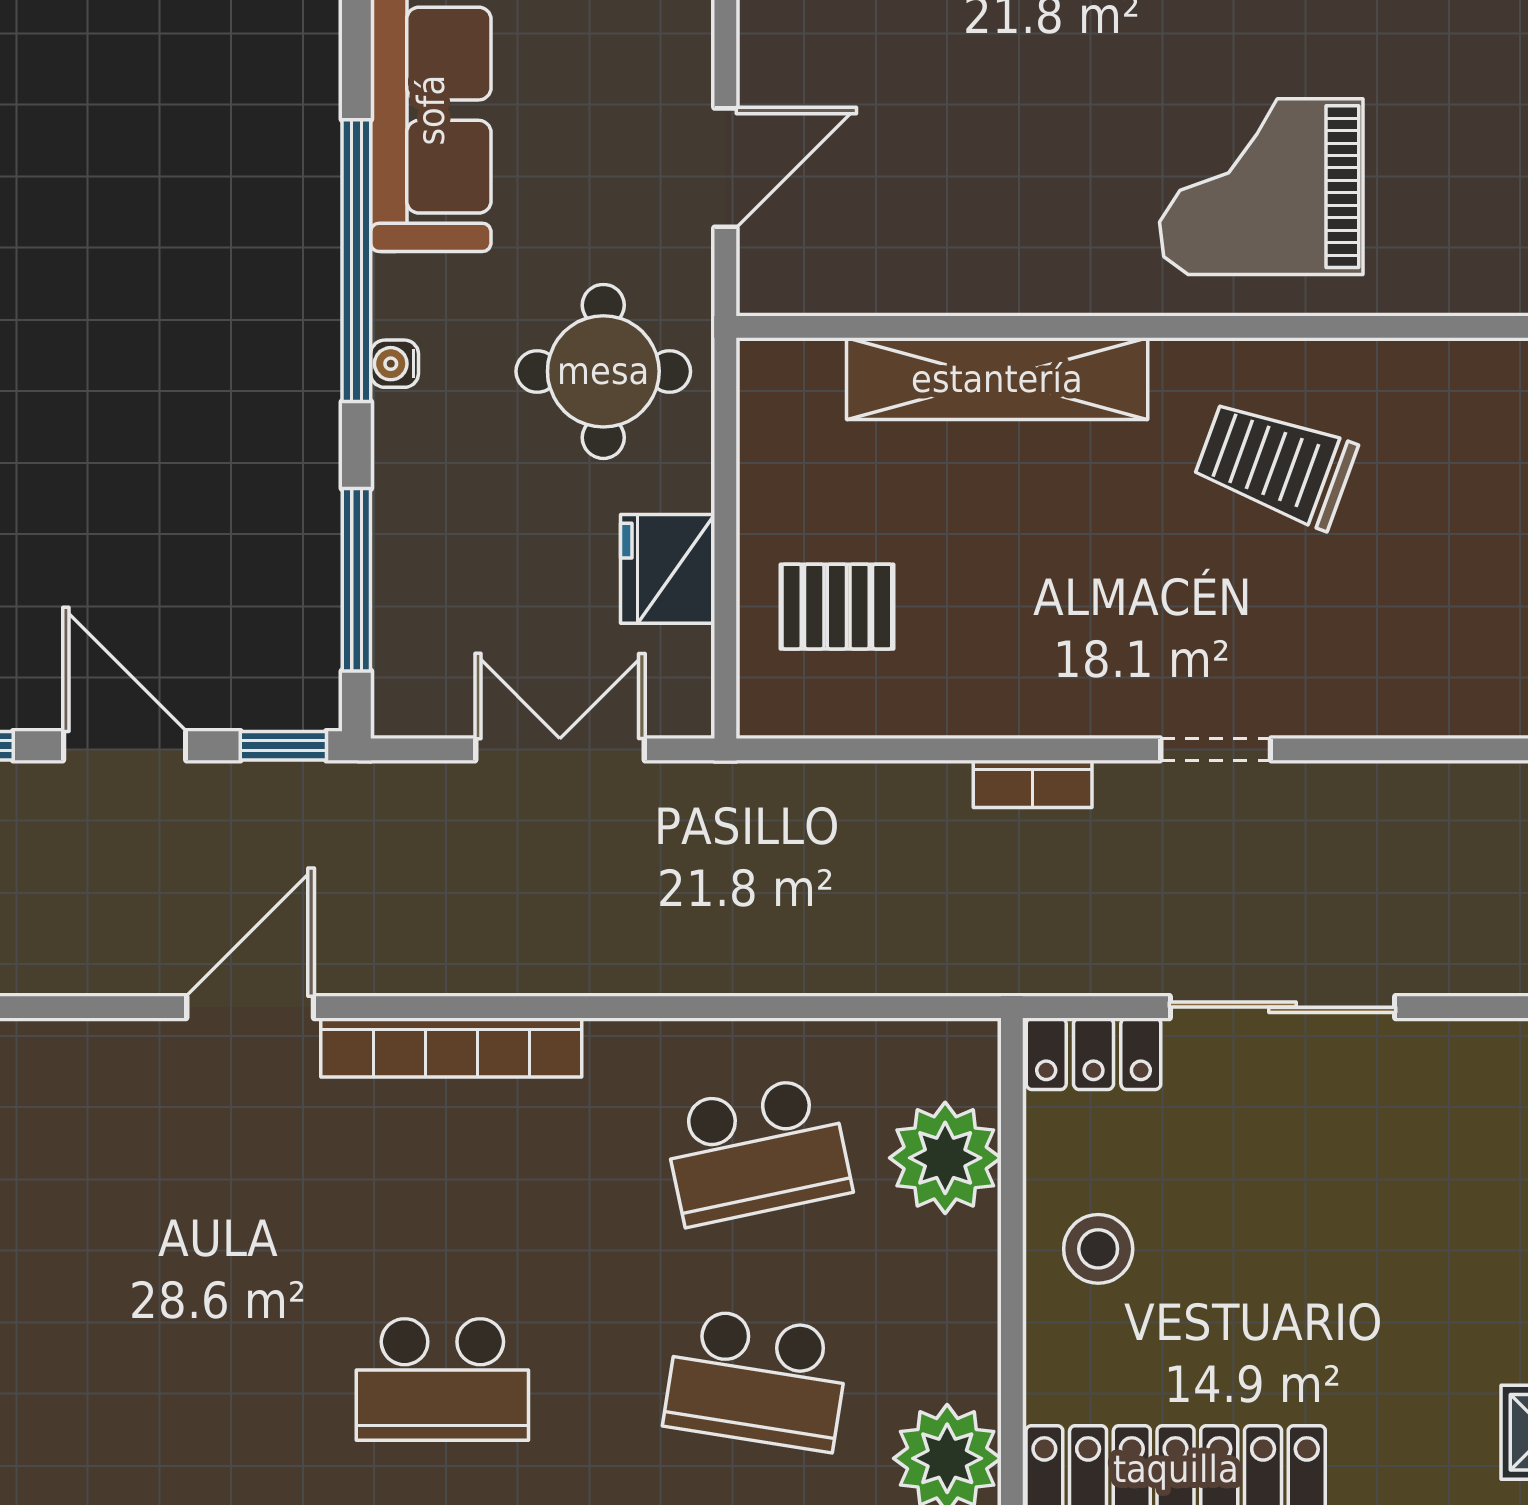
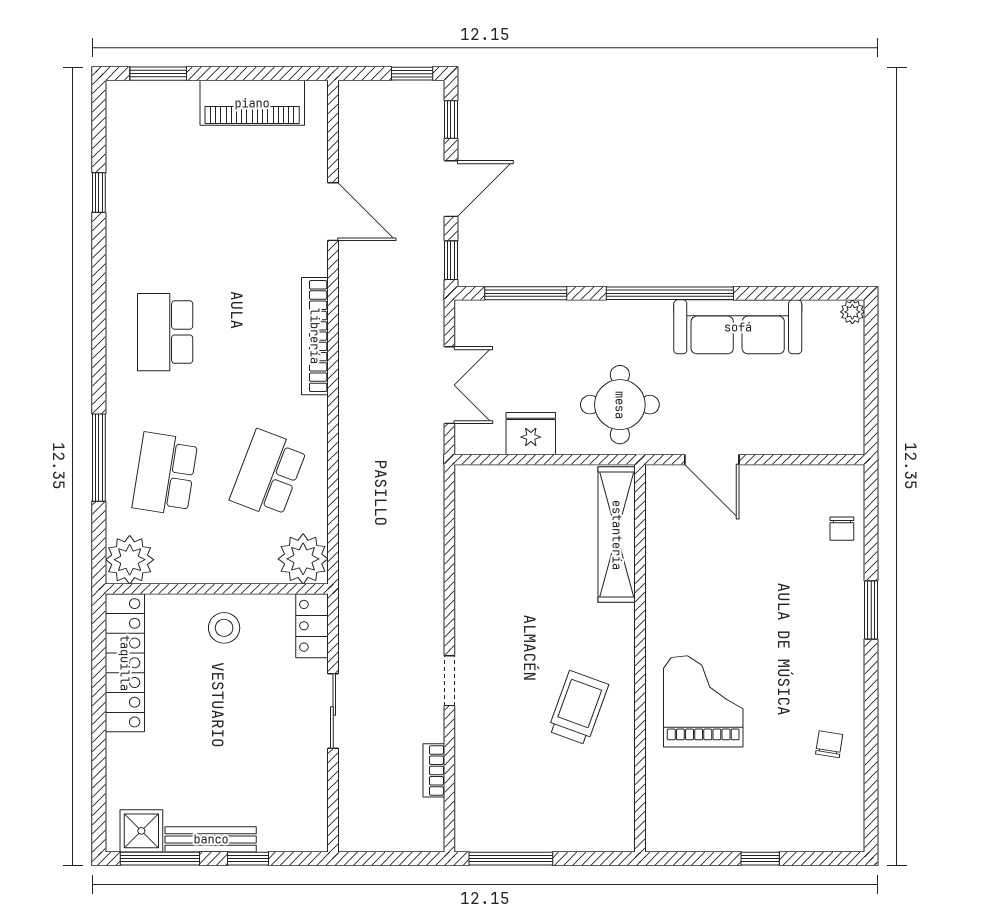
water cooler: (395, 364) -> (623, 310), removed
shelving: (997, 379) -> (617, 535), moved
pallet: (837, 607) -> (514, 510), removed
bookcase: (1033, 784) -> (434, 770), moved
door: (250, 1007) -> (333, 212), moved
sliding door: (1283, 1007) -> (333, 711), width x0.73
school desk: (757, 1151) -> (268, 474), turned 33
plant: (945, 1158) -> (303, 559), moved

